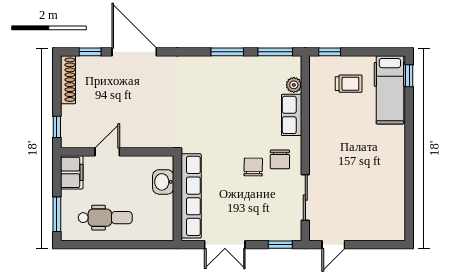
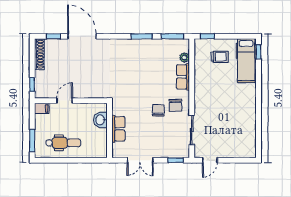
filing cabinet: (72, 172) -> (42, 108), width x0.50
row of seats: (191, 196) -> (118, 129), width x0.50

